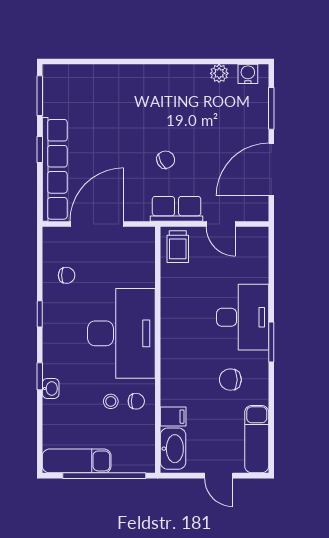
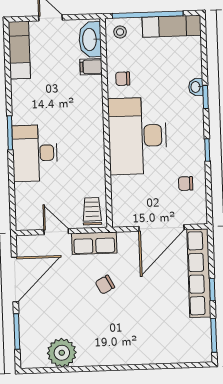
plant: (219, 73) -> (62, 353), width x1.87, depth x1.87
water cooler: (248, 74) -> (38, 360), removed
chair: (230, 380) -> (43, 100), removed
stool: (111, 401) -> (120, 32), moved

